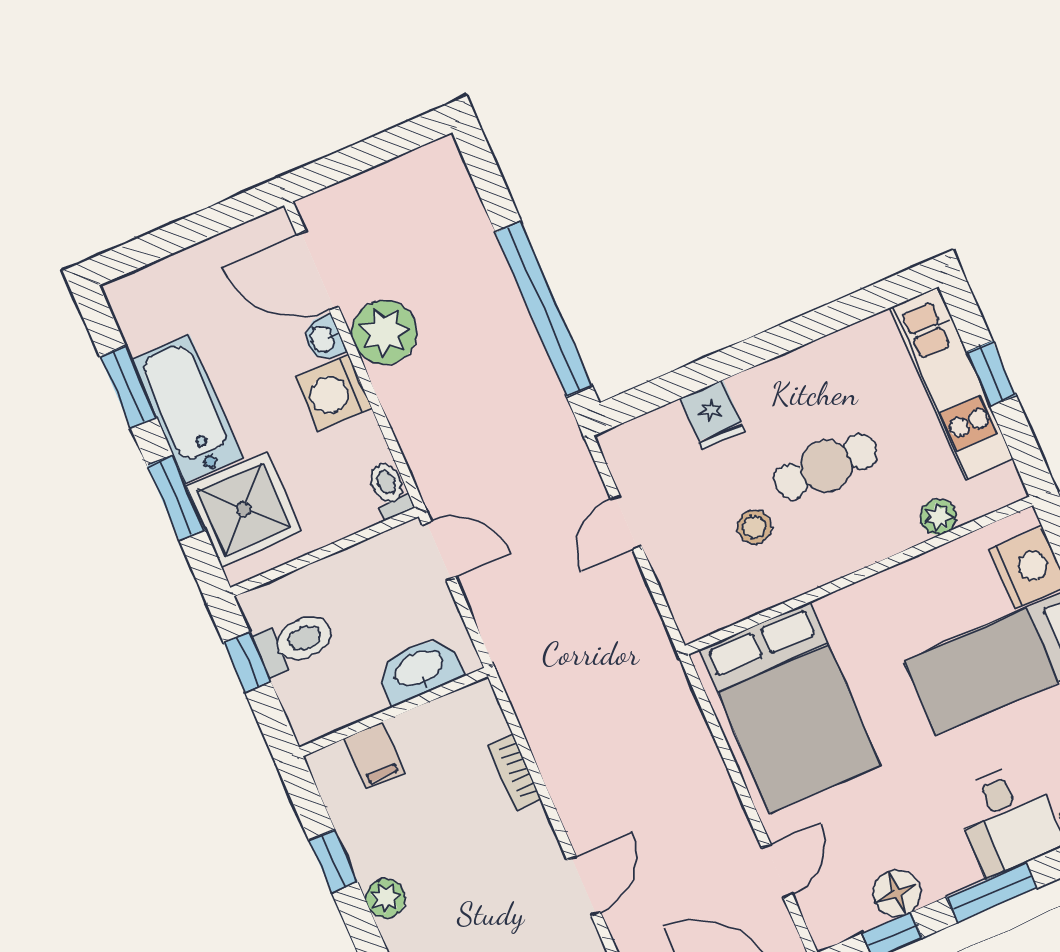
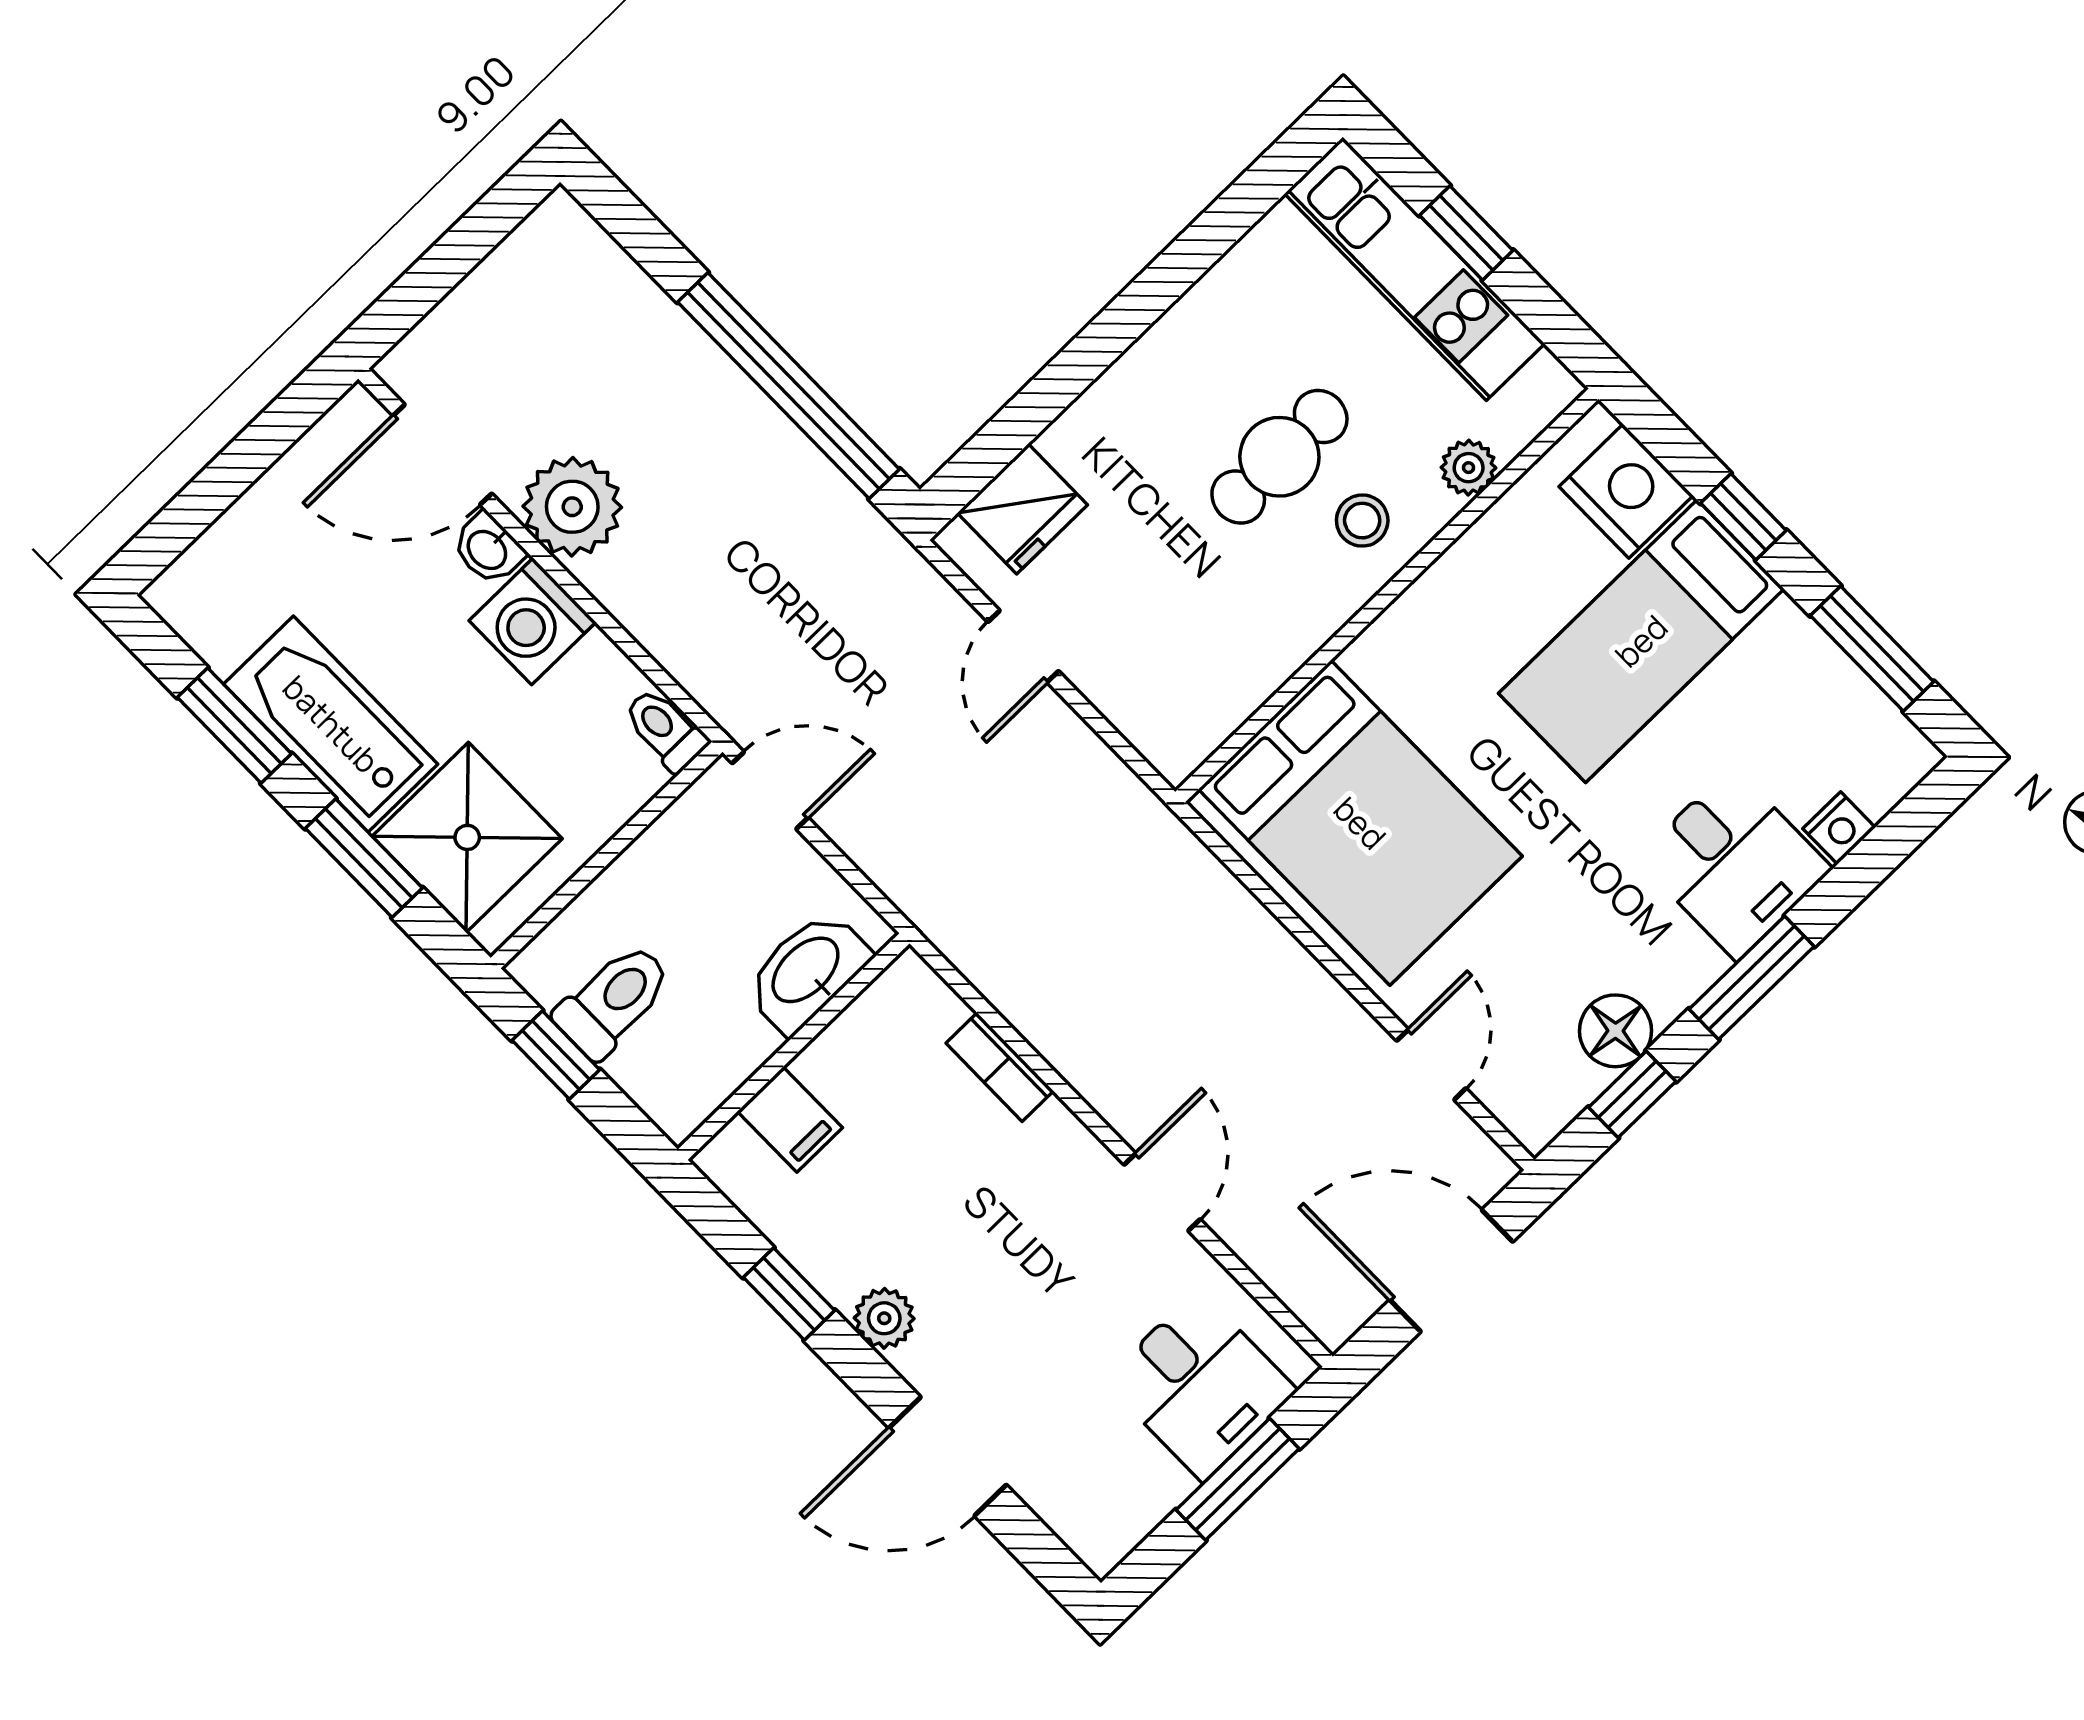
fridge: (712, 414) -> (1022, 509), moved, width x1.38
stool: (754, 527) -> (1362, 521), moved

